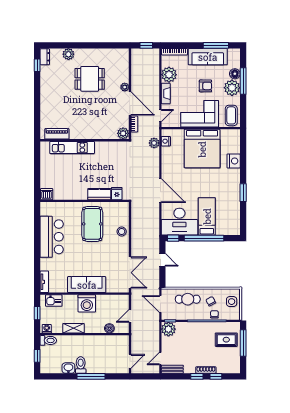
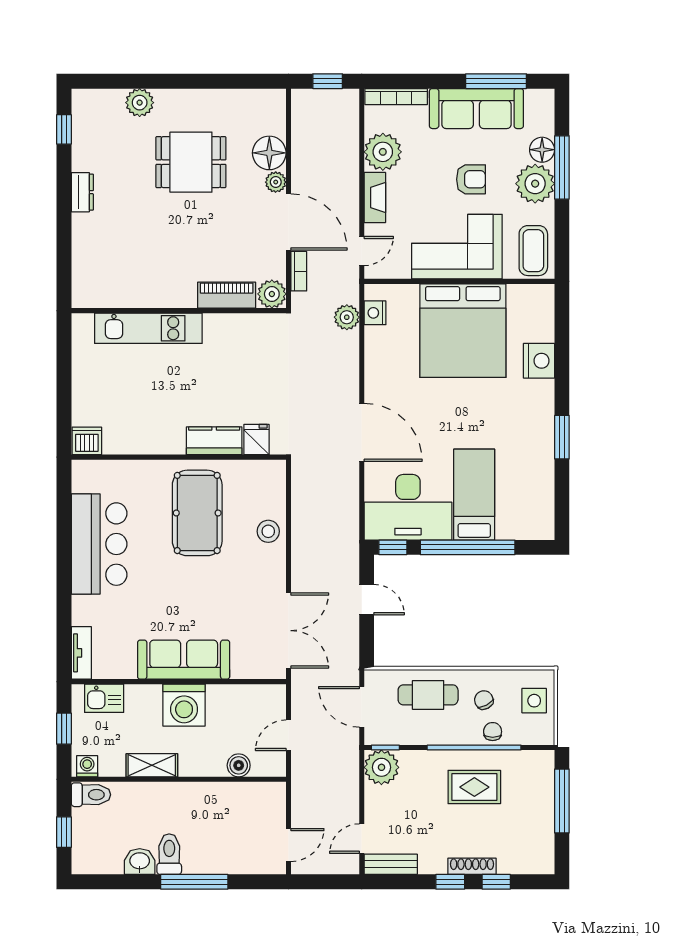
dresser: (45, 57) -> (82, 192), moved
floor lamp: (122, 75) -> (269, 153), added
piano: (57, 134) -> (227, 295), moved
rug: (226, 340) -> (474, 787), moved

